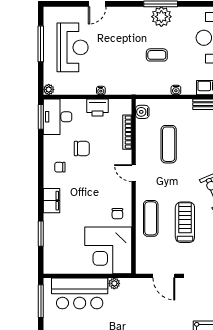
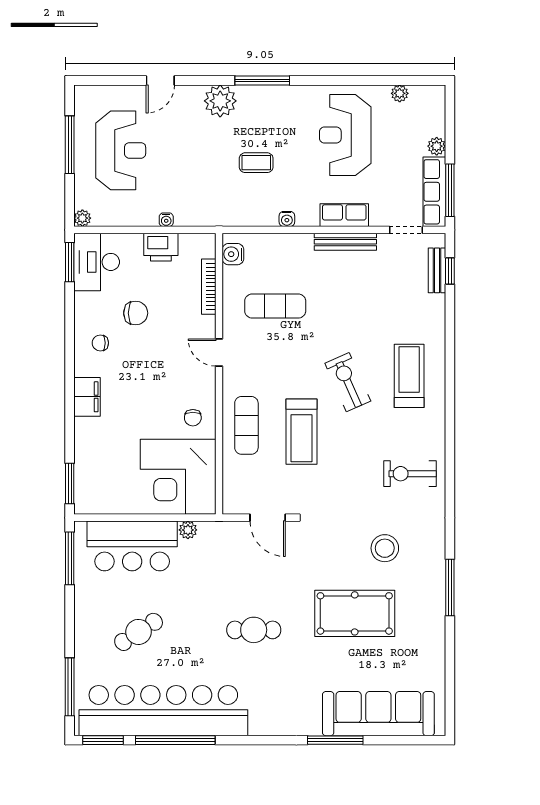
plant: (161, 17) -> (220, 101), moved
exercise mat: (169, 144) -> (275, 306), turned 90
treadmill: (185, 222) -> (301, 432), turned 180
window: (41, 234) -> (70, 484), moved

